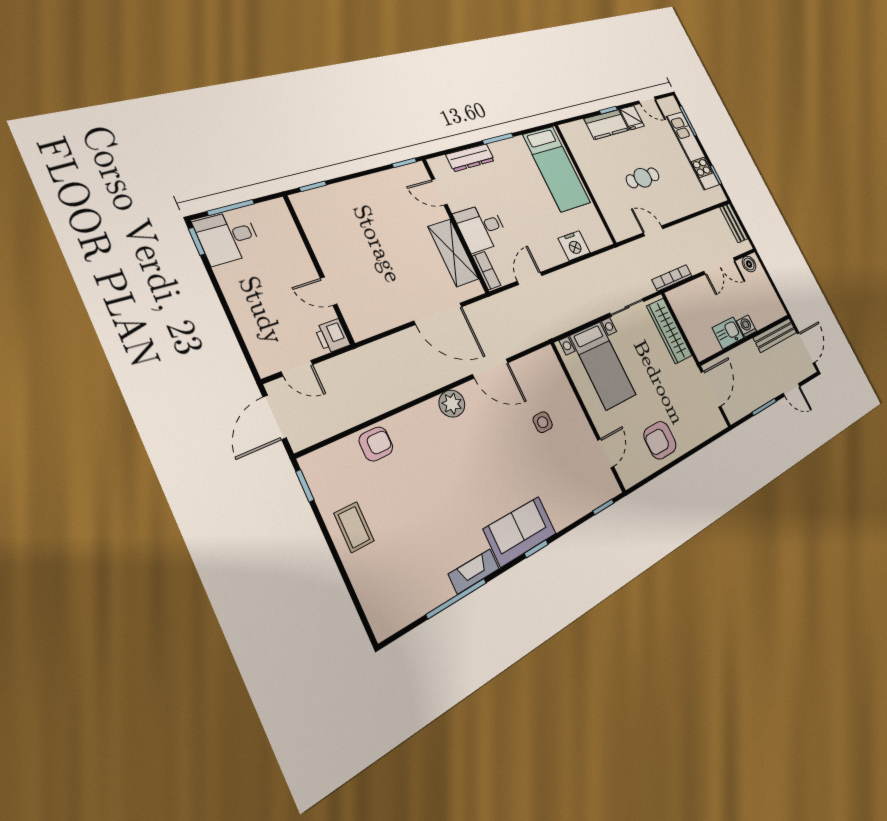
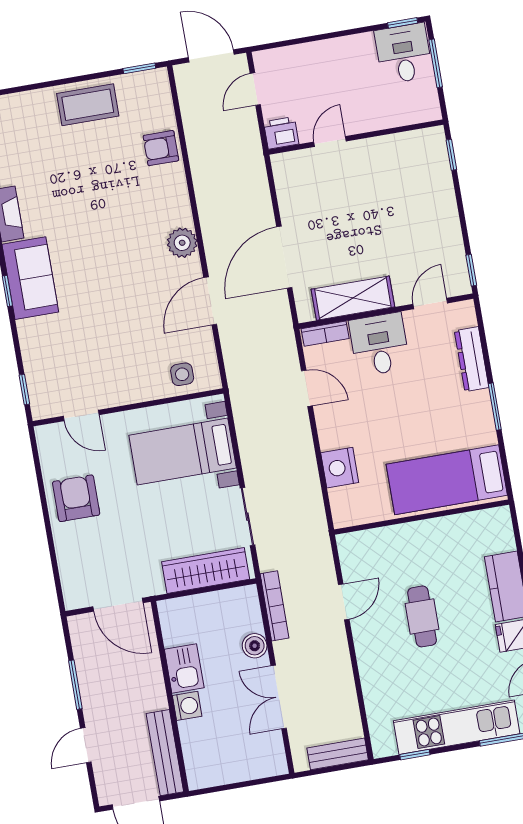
boiler: (749, 264) -> (255, 646), moved
side table: (543, 422) -> (182, 374), moved
armchair: (376, 444) -> (161, 148), turned 90
coffee table: (354, 527) -> (88, 105), width x1.36, depth x1.30

